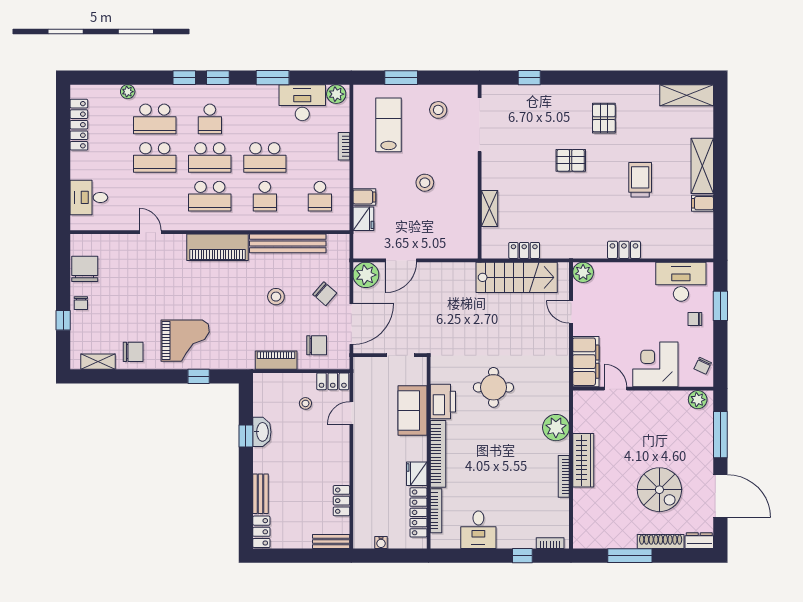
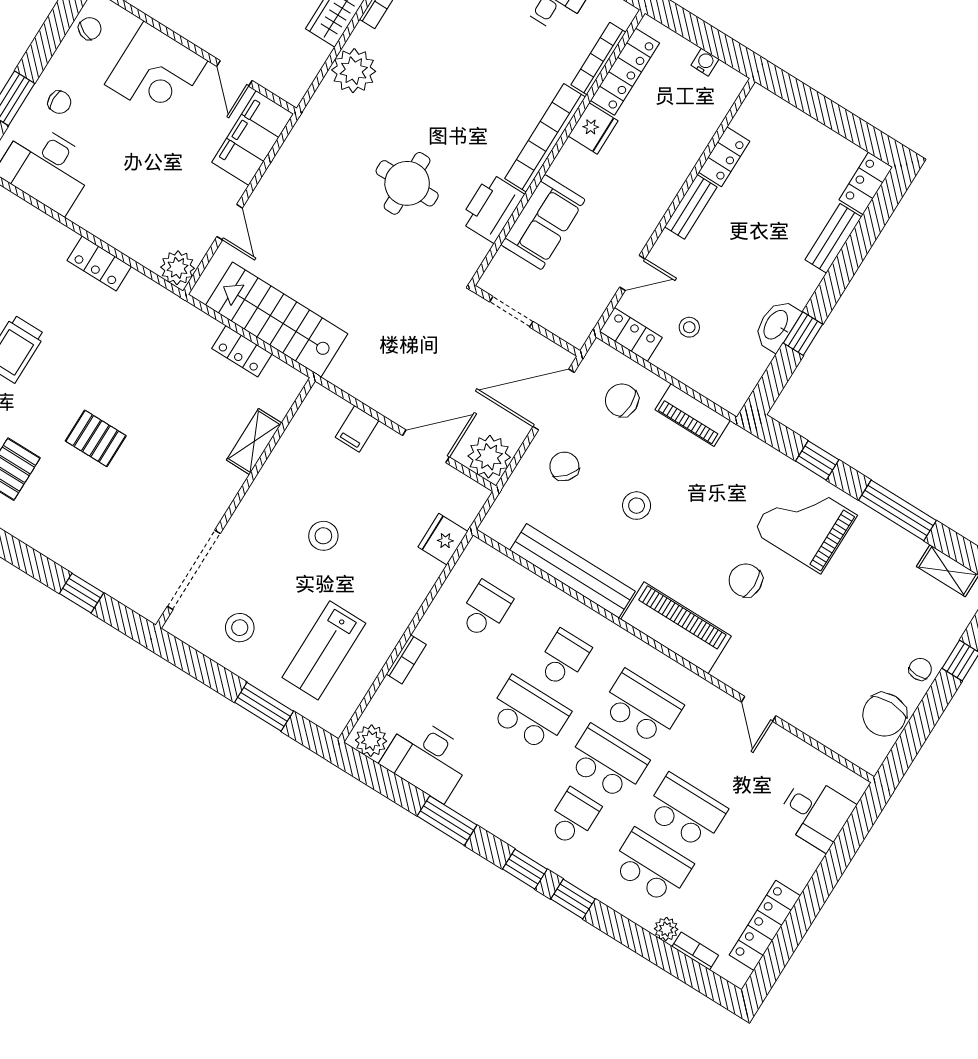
bookcase: (106, 90) -> (695, 951), added
filing cabinet: (364, 197) -> (357, 429), moved, turned -90
chair: (133, 352) -> (746, 580), moved
window: (142, 376) -> (898, 510), added
bench: (331, 542) -> (691, 207), moved, turned 90

